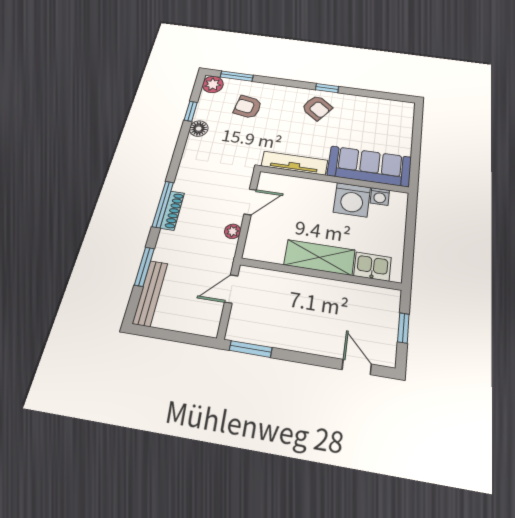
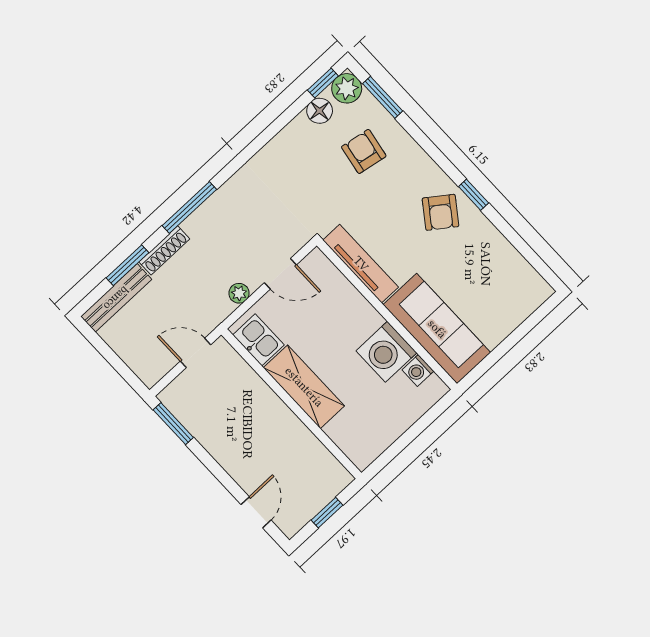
window: (191, 111) -> (323, 83), moved
floor lamp: (199, 129) -> (320, 111), moved
shoe rack: (172, 210) -> (164, 250), moved
kitchen sink: (372, 267) -> (258, 340), moved

